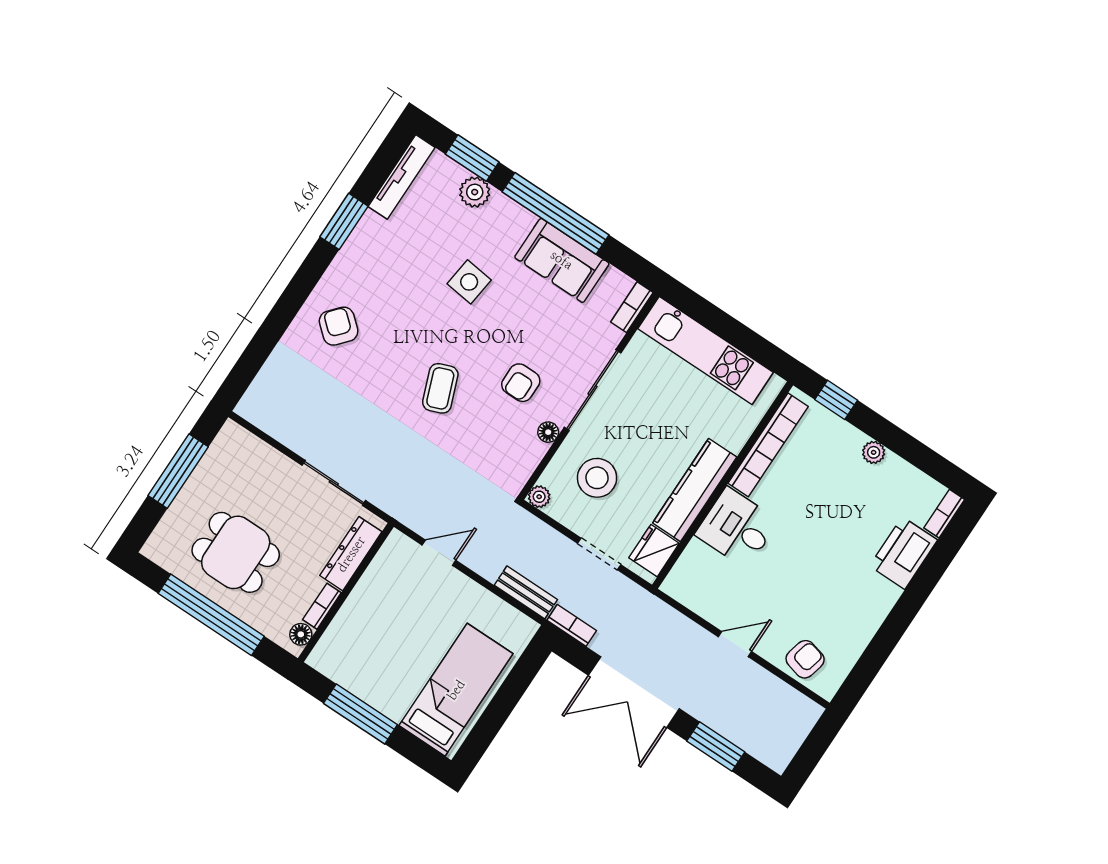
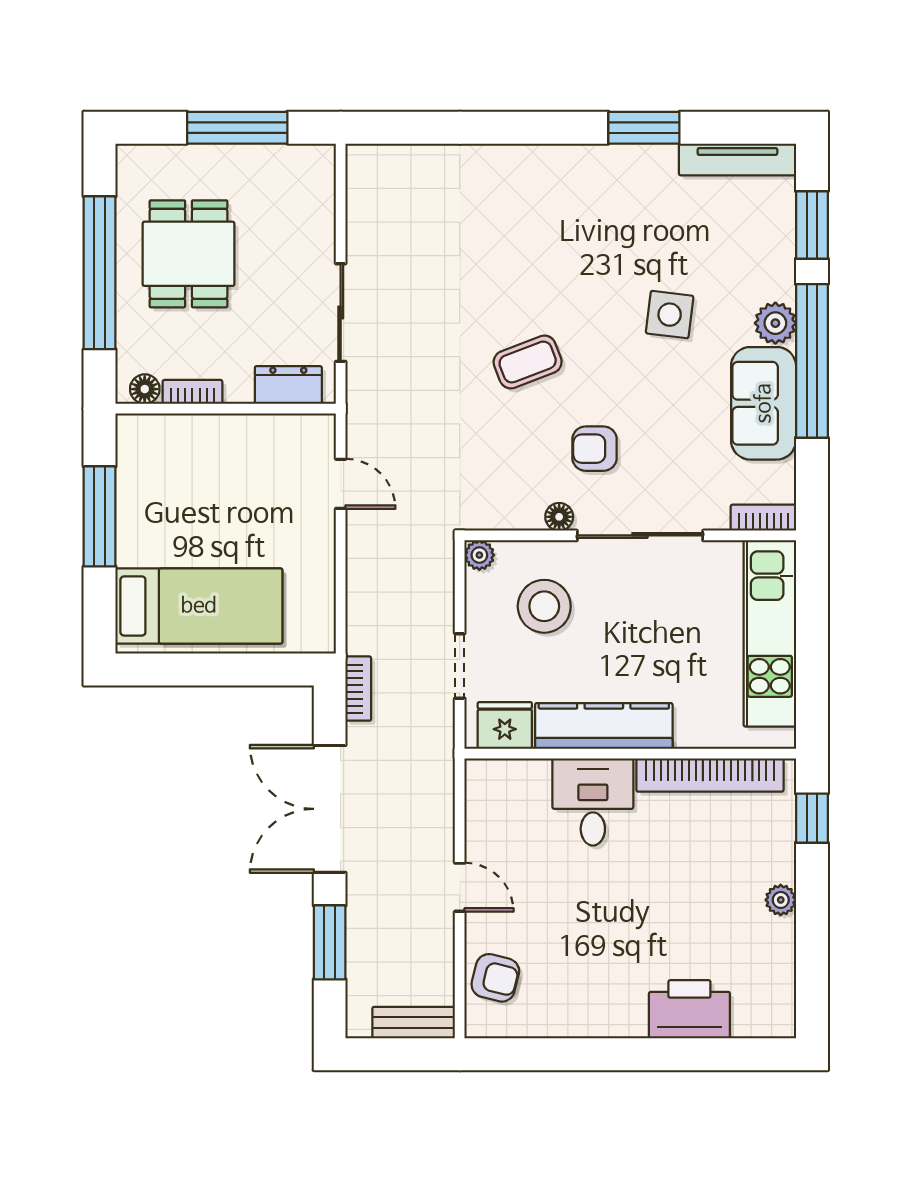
plant: (475, 192) -> (775, 323), moved
armchair: (339, 326) -> (522, 200), removed
bookcase: (944, 514) -> (765, 1026), removed
dresser: (351, 554) -> (288, 385), width x0.70
bench: (526, 592) -> (414, 1023), moved, turned 90

